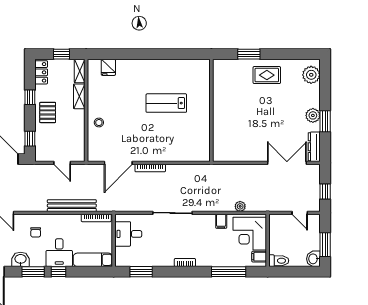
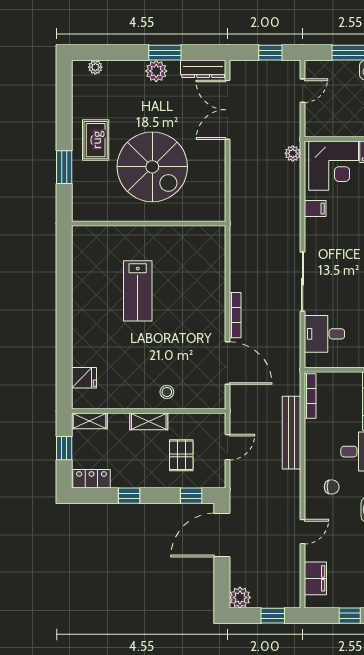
plant: (311, 75) -> (95, 67), width x0.53, depth x0.53
shelving: (79, 96) -> (149, 421), moved
pallet: (48, 112) -> (181, 455), moved, turned 90
spiral stairs: (249, 113) -> (152, 167), added
plant: (240, 206) -> (293, 153), moved
desk: (128, 234) -> (324, 334), moved, turned 90

